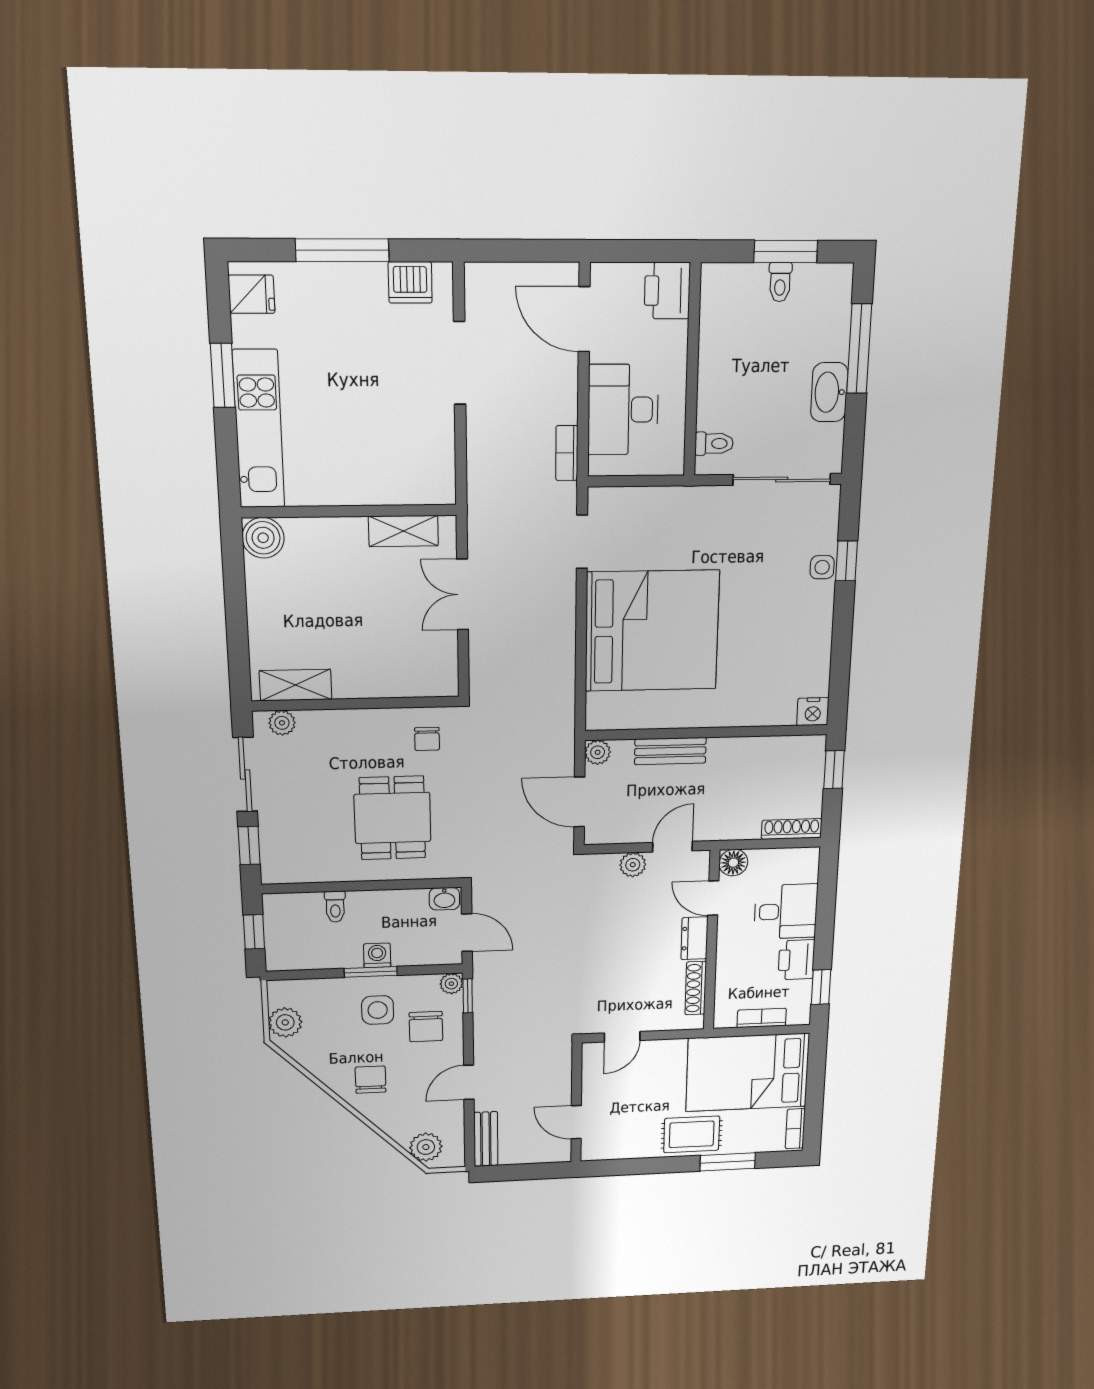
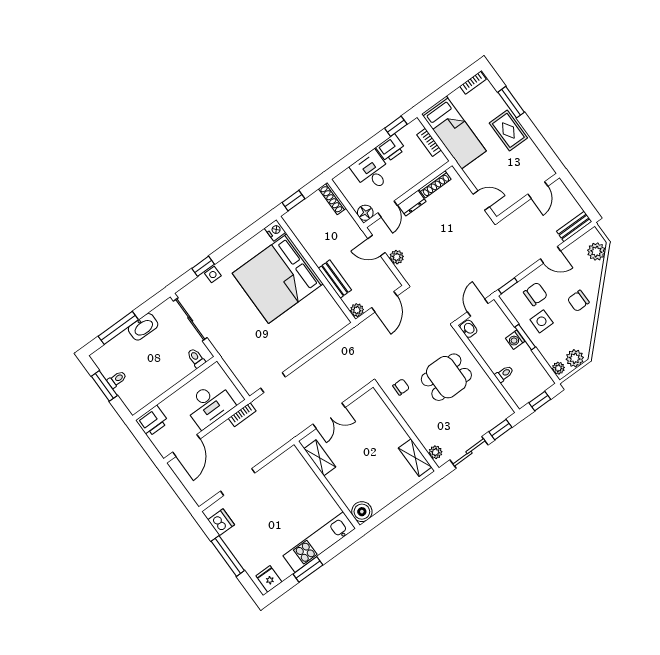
bed: (652, 631) -> (278, 279), moved, turned -90
plant: (451, 984) -> (558, 368), moved
bed: (748, 1072) -> (454, 132), width x0.67

